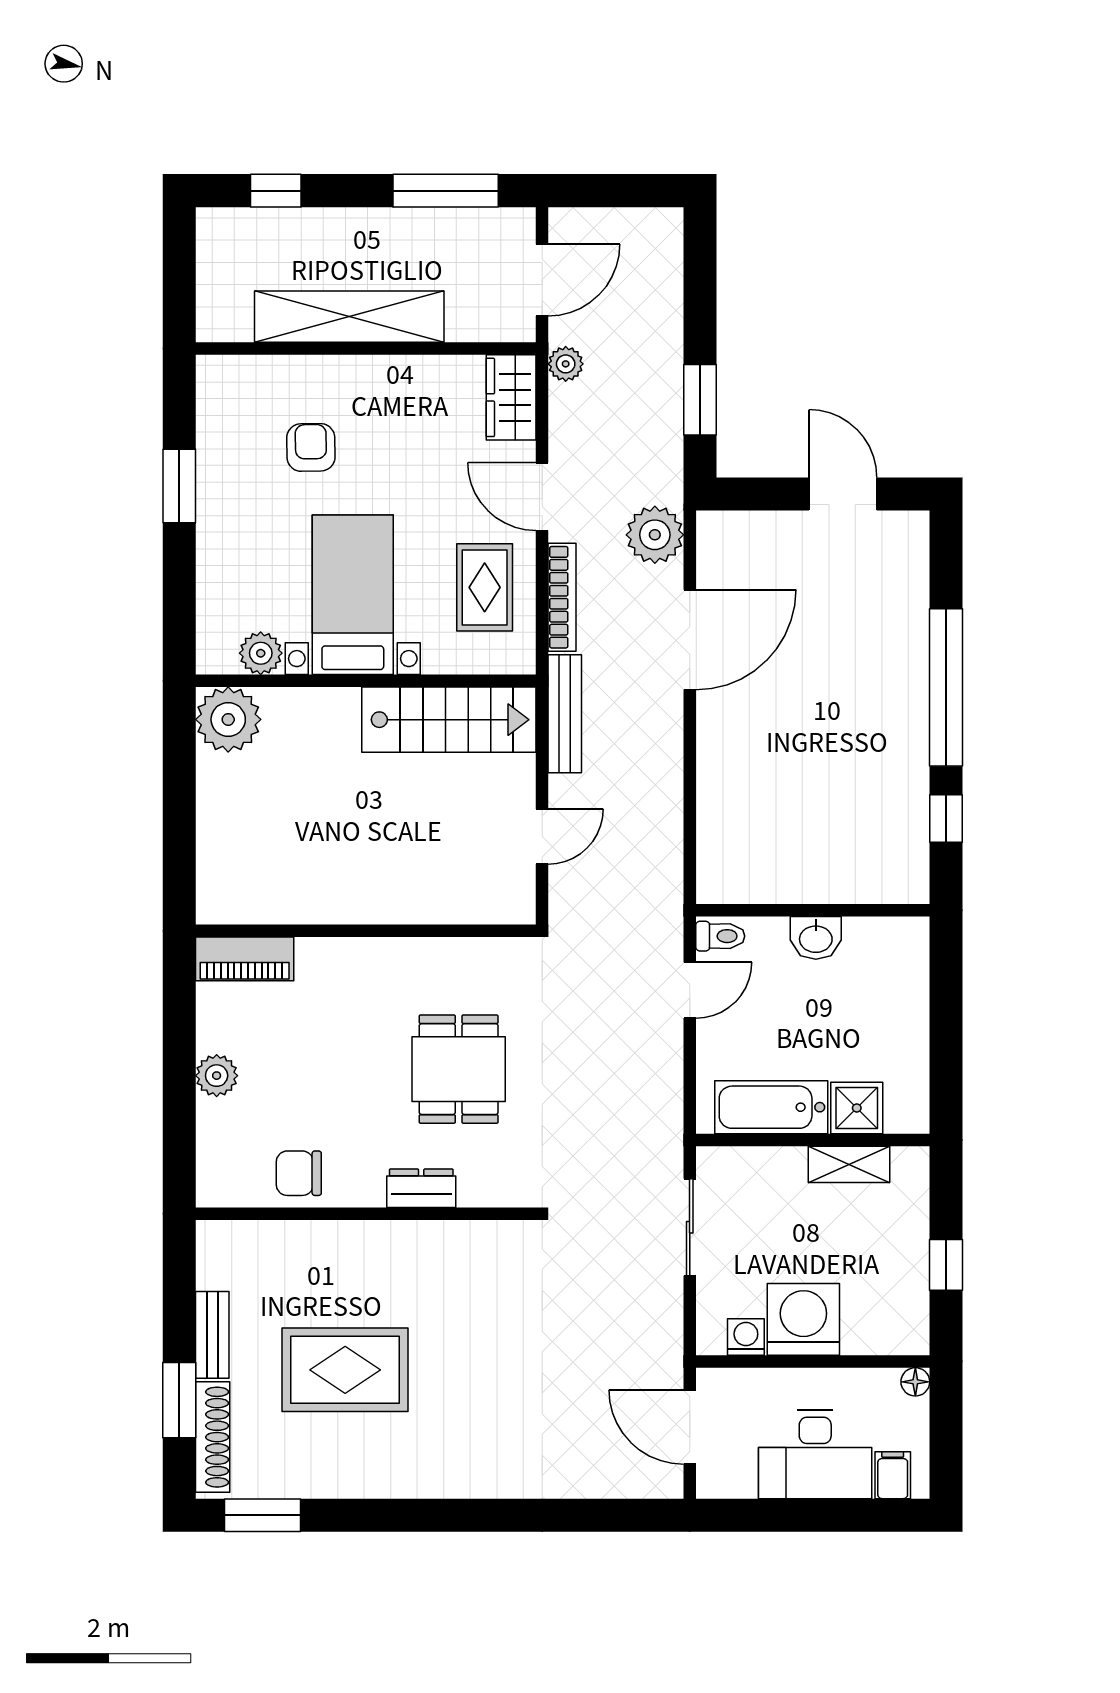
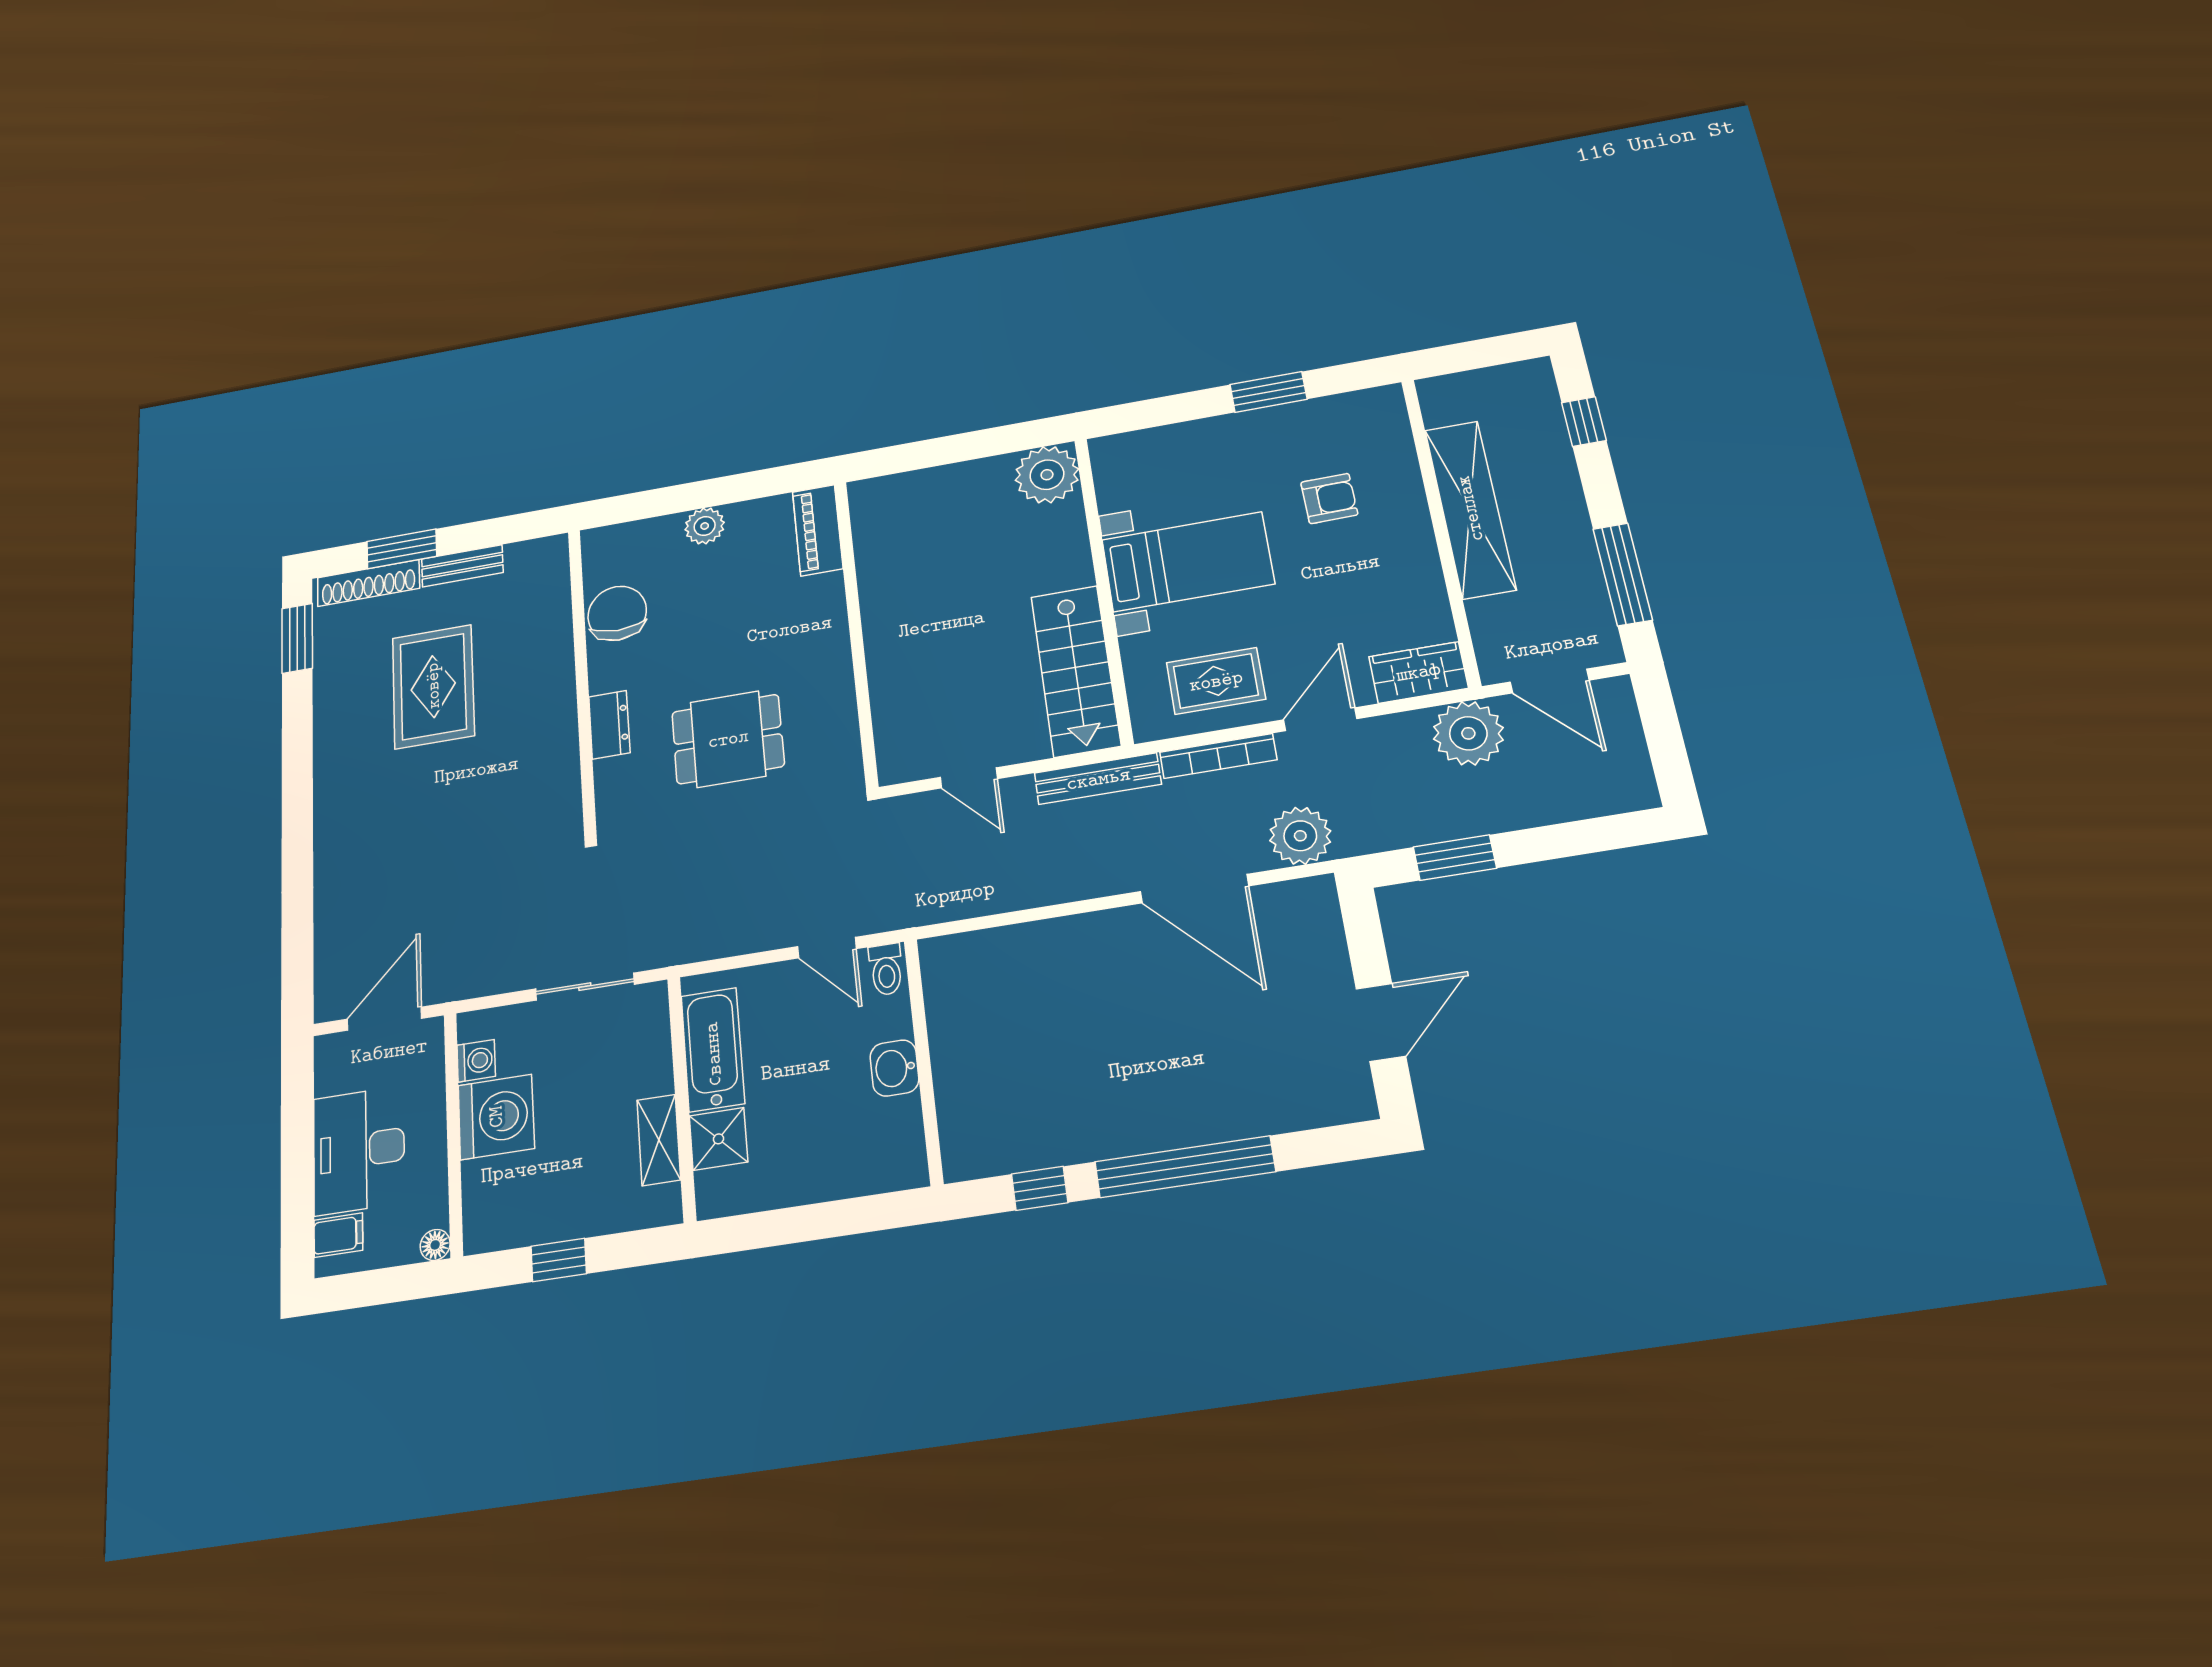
plant: (566, 364) -> (1468, 733), width x1.88, depth x1.88
plant: (261, 653) -> (1116, 491), removed
chair: (299, 1173) -> (617, 613), width x1.37, depth x1.37

